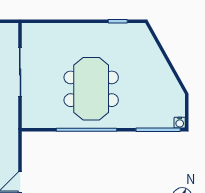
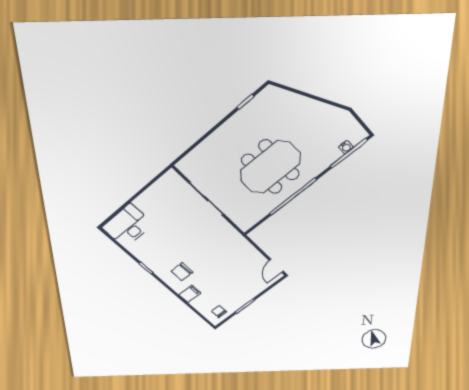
meeting table: (91, 89) -> (270, 167), turned 90
water cooler: (180, 123) -> (346, 147), moved

